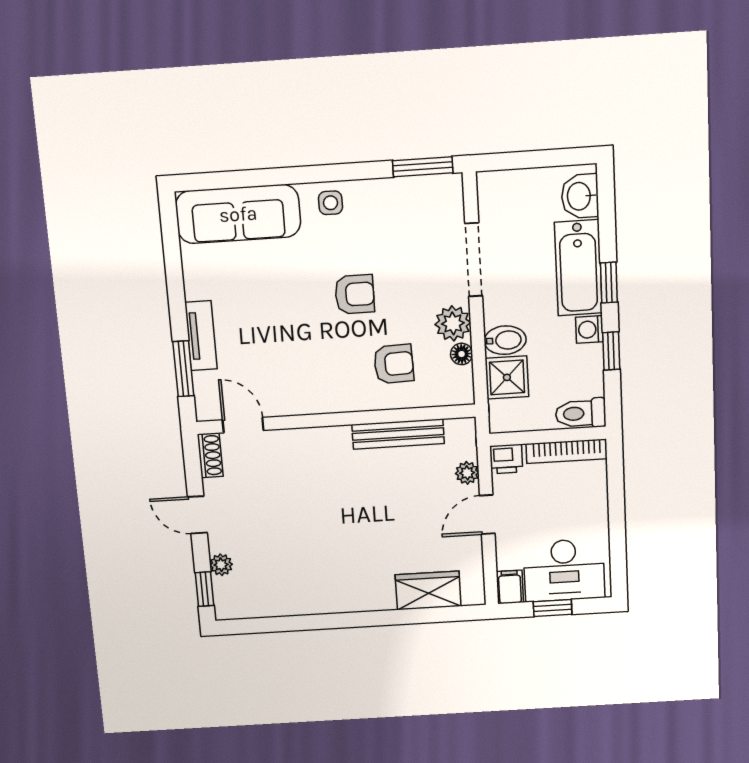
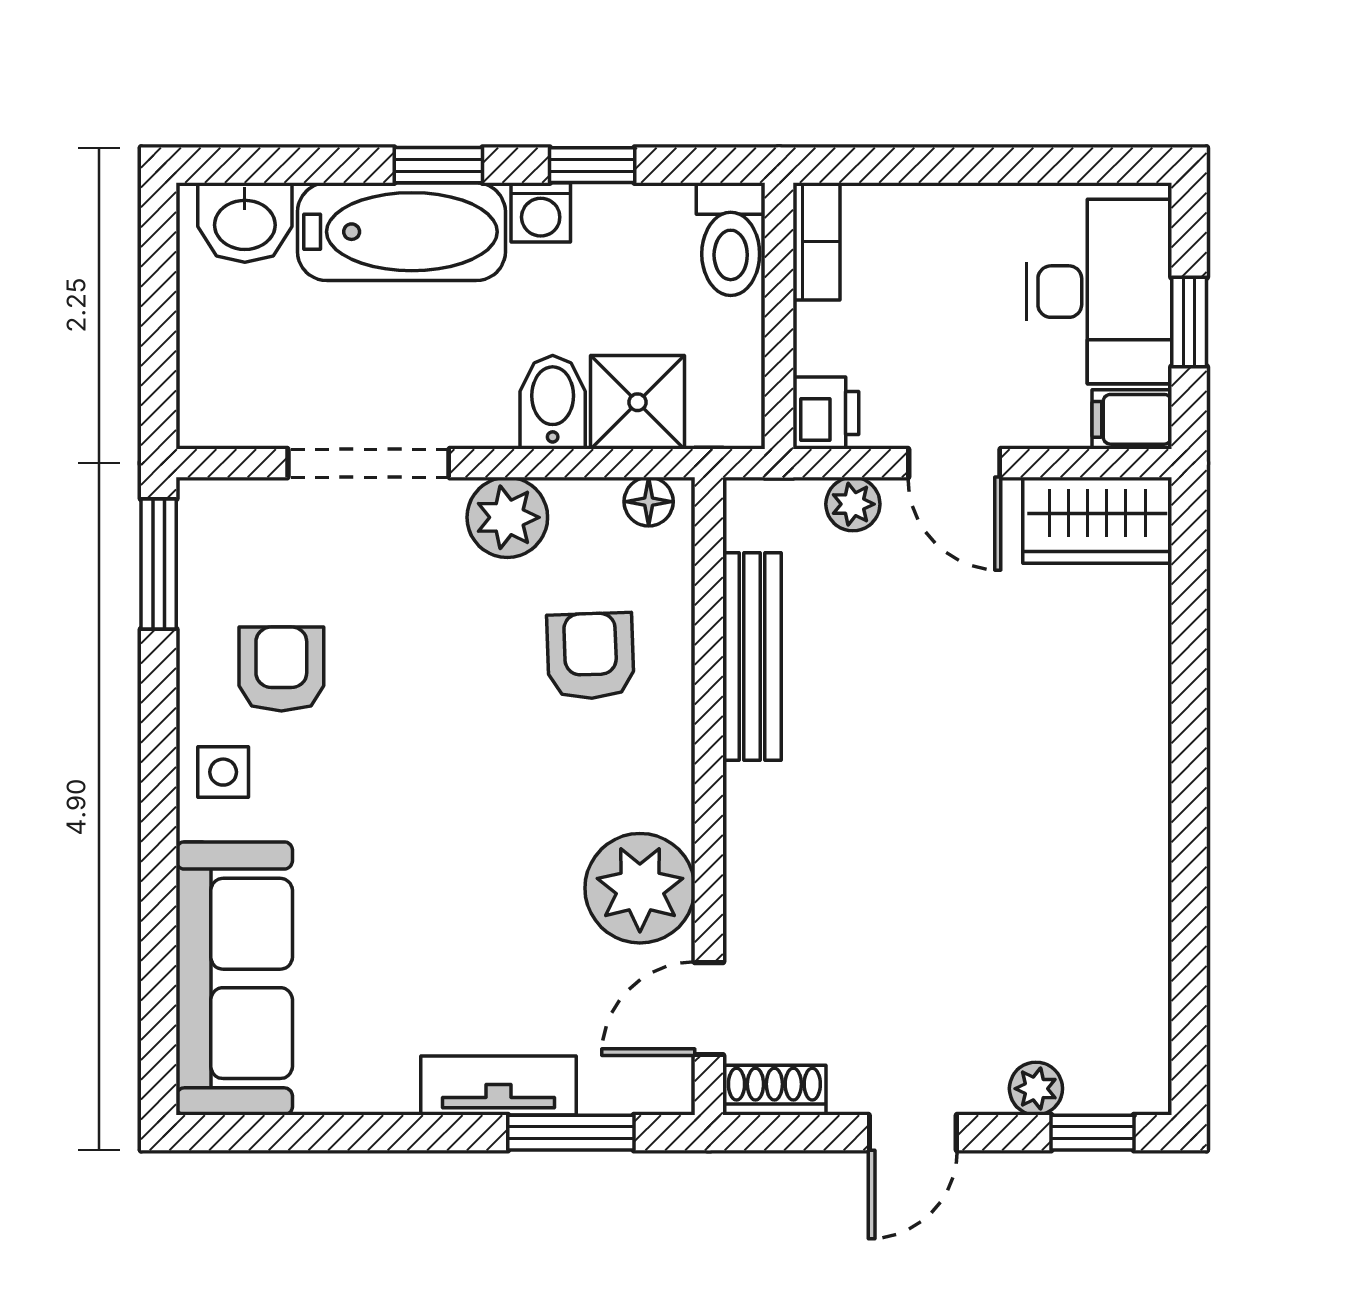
armchair: (355, 294) -> (281, 669), moved
floor lamp: (462, 354) -> (649, 502), moved
plant: (293, 392) -> (640, 888), added
bookcase: (567, 451) -> (816, 241), width x0.64
wardrobe: (428, 591) -> (1097, 520), moved, turned -90

